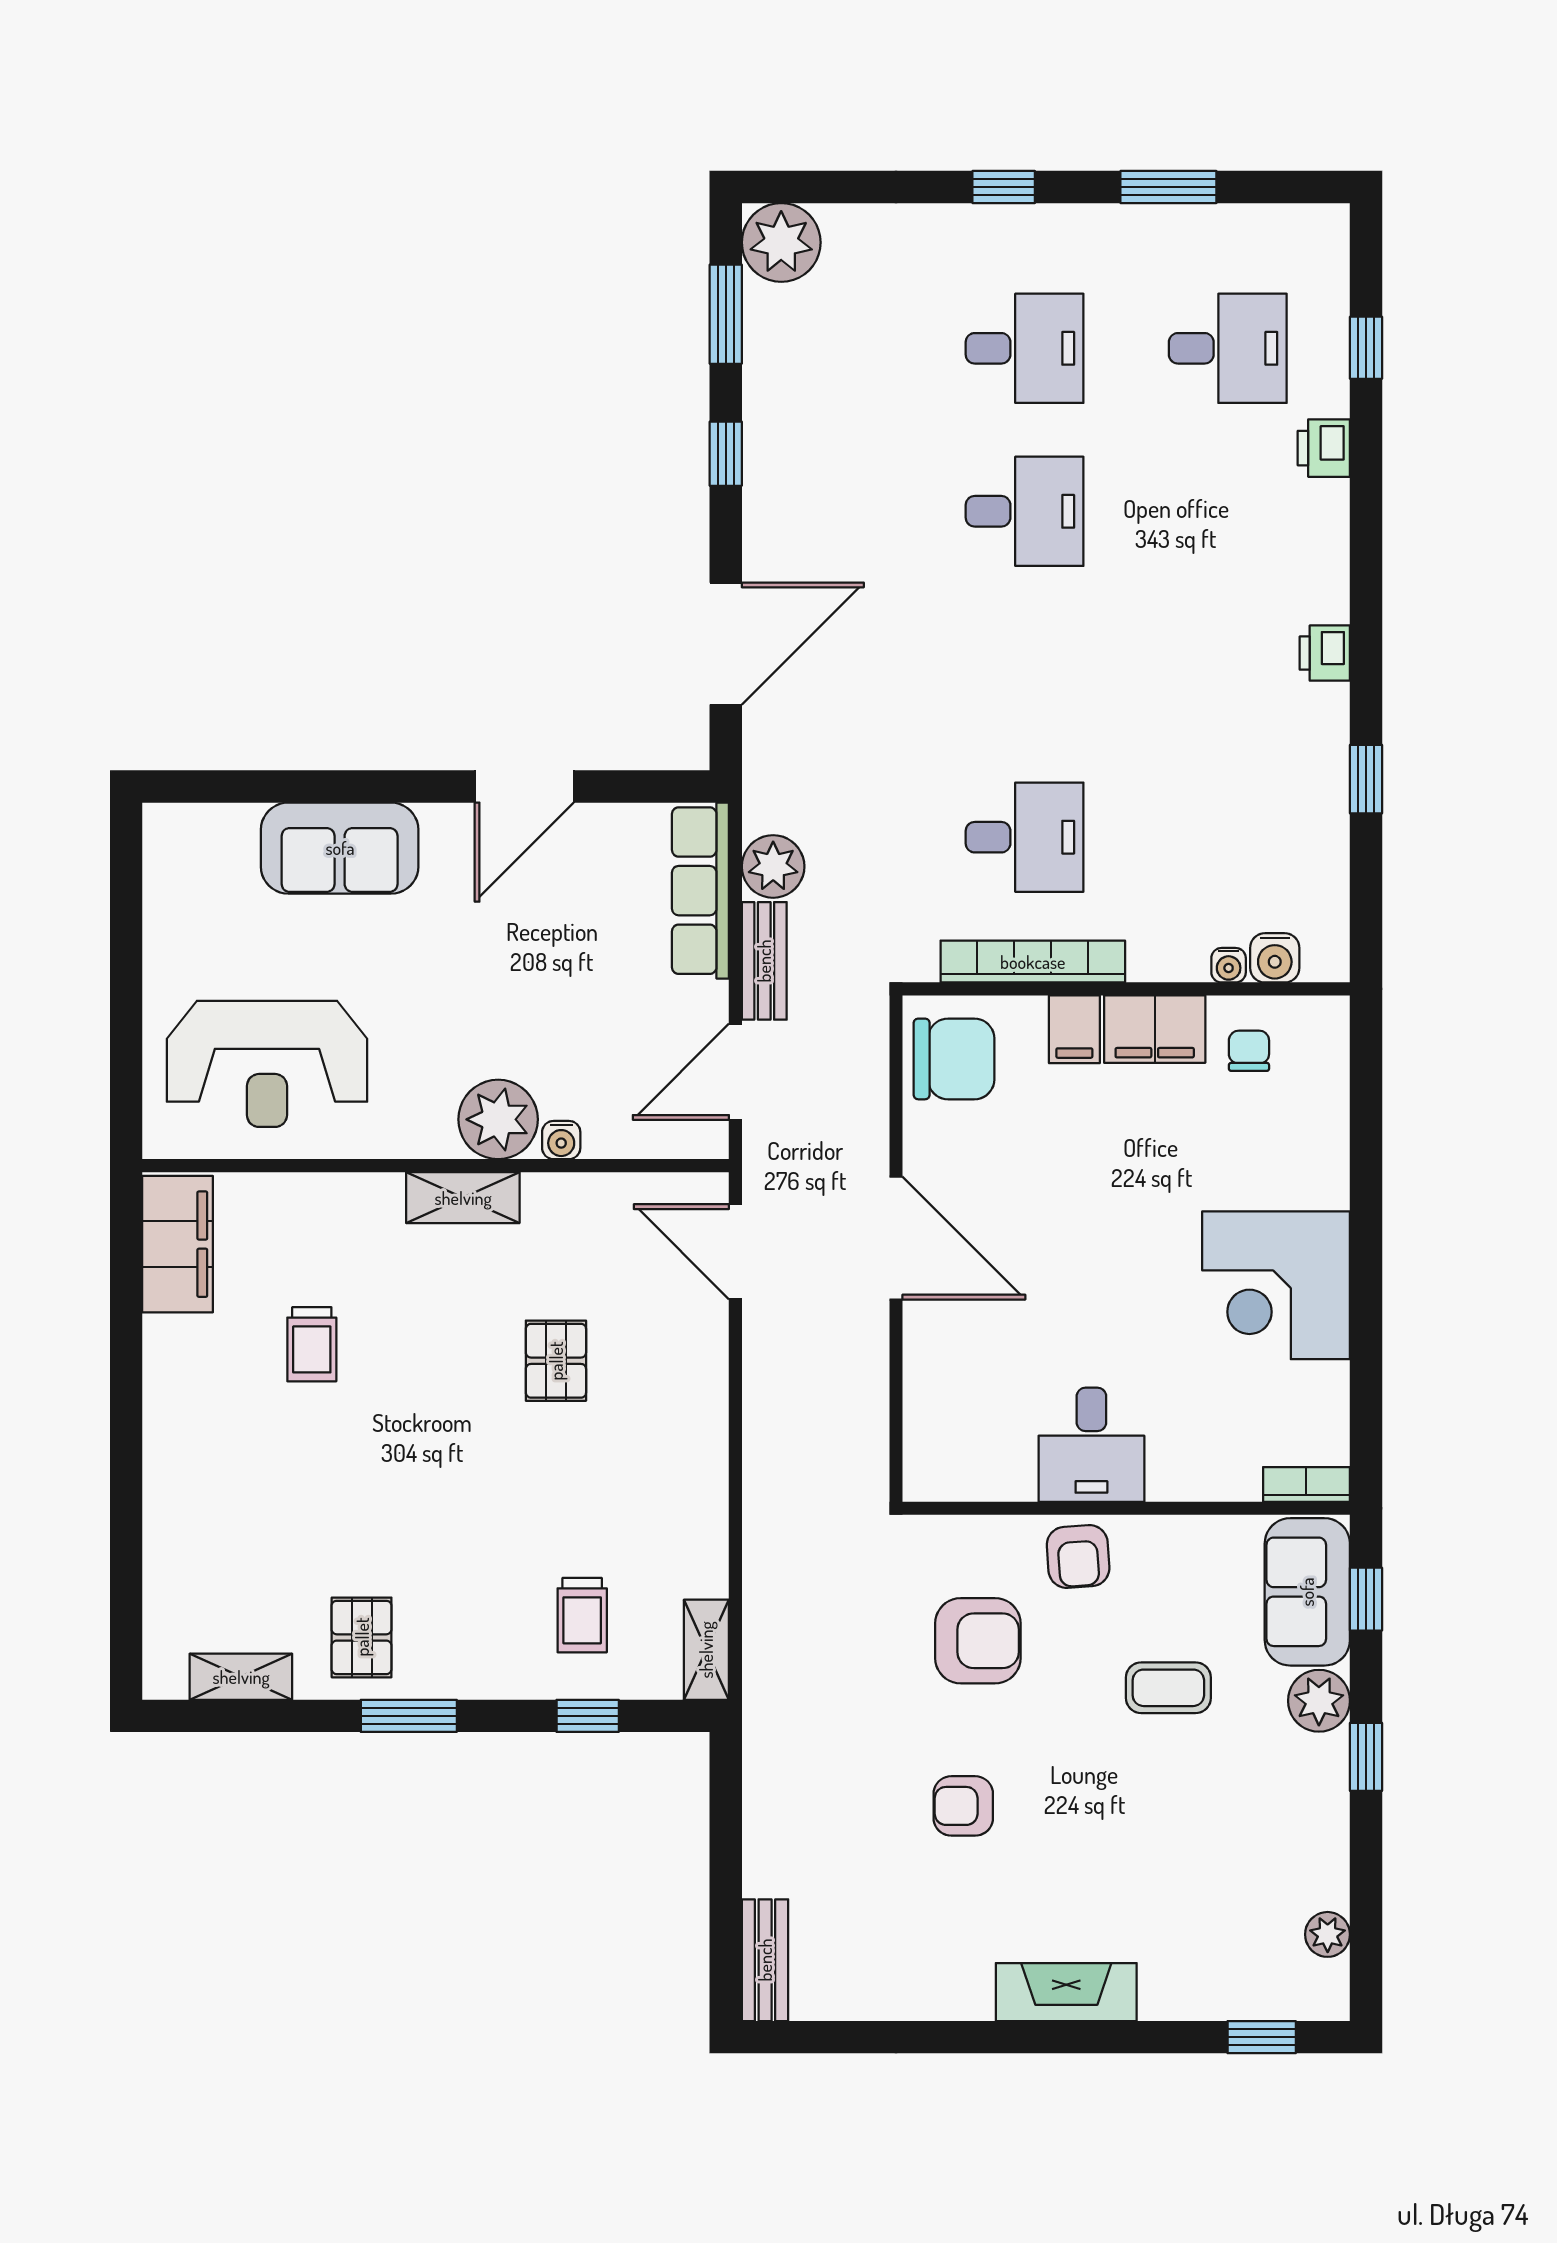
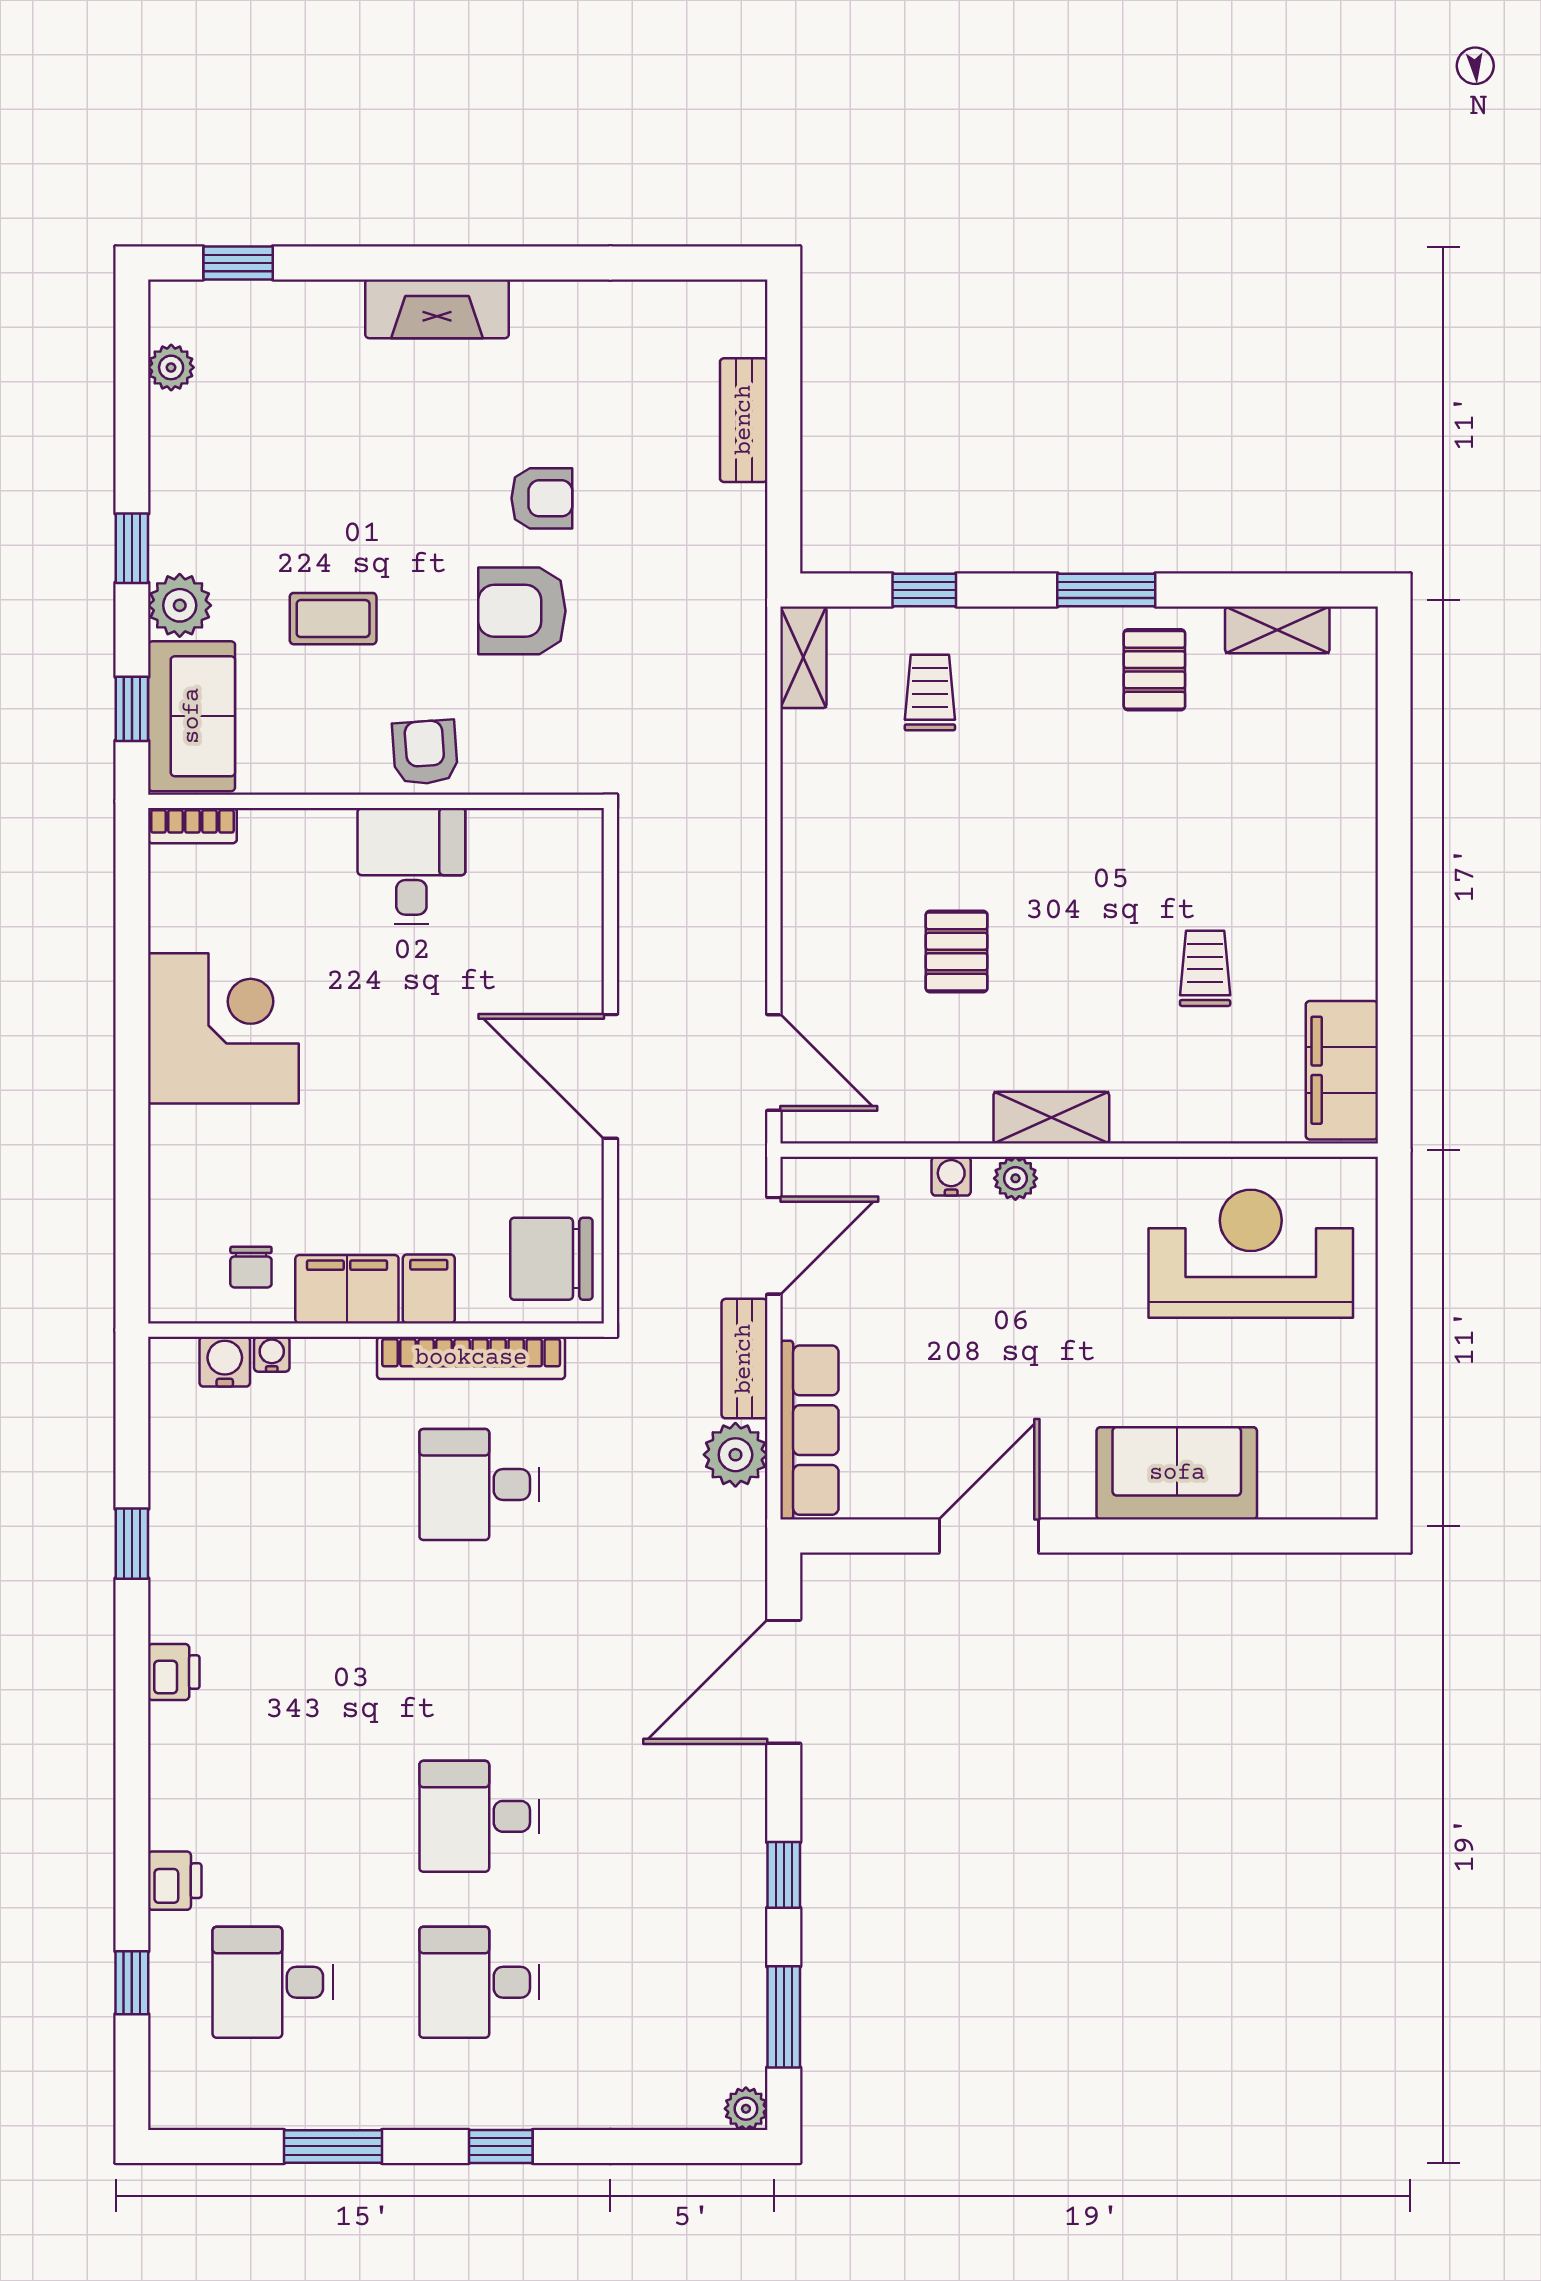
plant: (781, 242) -> (746, 2109), width x0.53, depth x0.53
plant: (498, 1119) -> (1015, 1178), width x0.53, depth x0.53
armchair: (978, 1641) -> (522, 611), moved
bench: (765, 1960) -> (744, 420), moved

